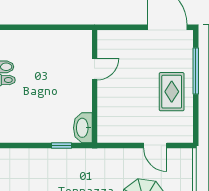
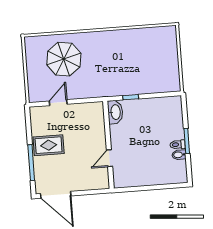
rug: (172, 92) -> (49, 145), turned 90
door: (155, 146) -> (58, 103), hinge flipped

